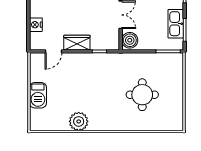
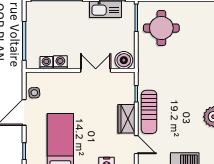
sun lounger: (83, 63) -> (149, 112), added
round table: (142, 95) -> (161, 28), moved

